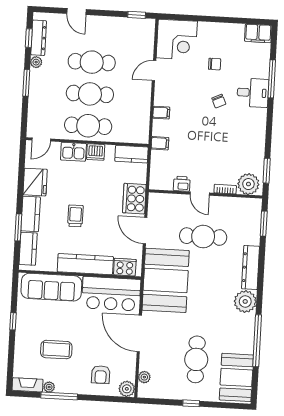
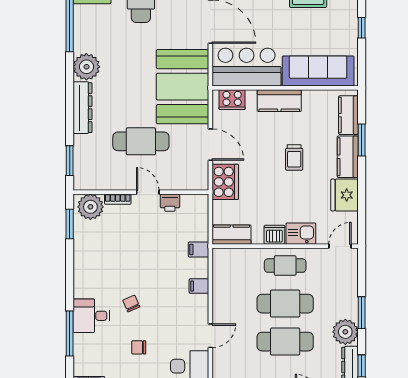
plant: (36, 62) -> (345, 332), width x1.87, depth x1.87
cafe table: (88, 126) -> (285, 266), width x0.73, depth x0.74
kitchen counter: (85, 264) -> (279, 101), width x0.67

